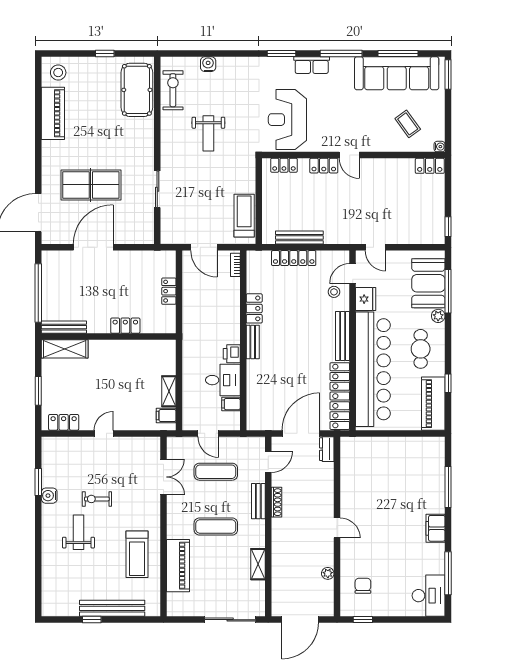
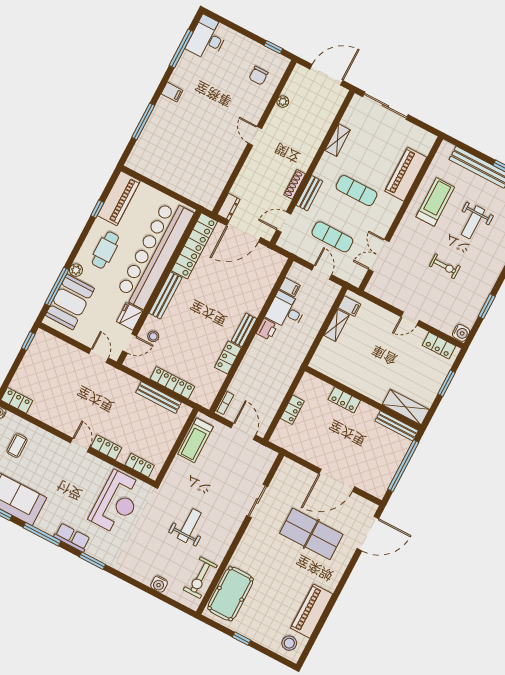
coffee table: (408, 124) -> (17, 446), turned 36
water cooler: (49, 496) -> (461, 333), moved
filing cabinet: (435, 528) -> (172, 92), width x0.50
weight bench: (78, 532) -> (473, 222), moved

